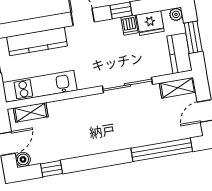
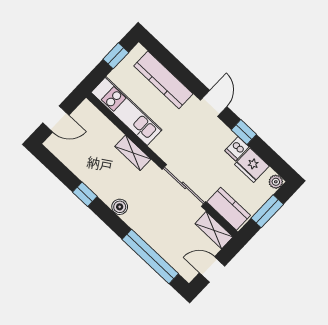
kitchen counter: (179, 53) -> (229, 209), moved, turned 90
shelving: (31, 112) -> (133, 153), moved
boiler: (23, 159) -> (120, 207), moved
window: (51, 169) -> (85, 194), moved

